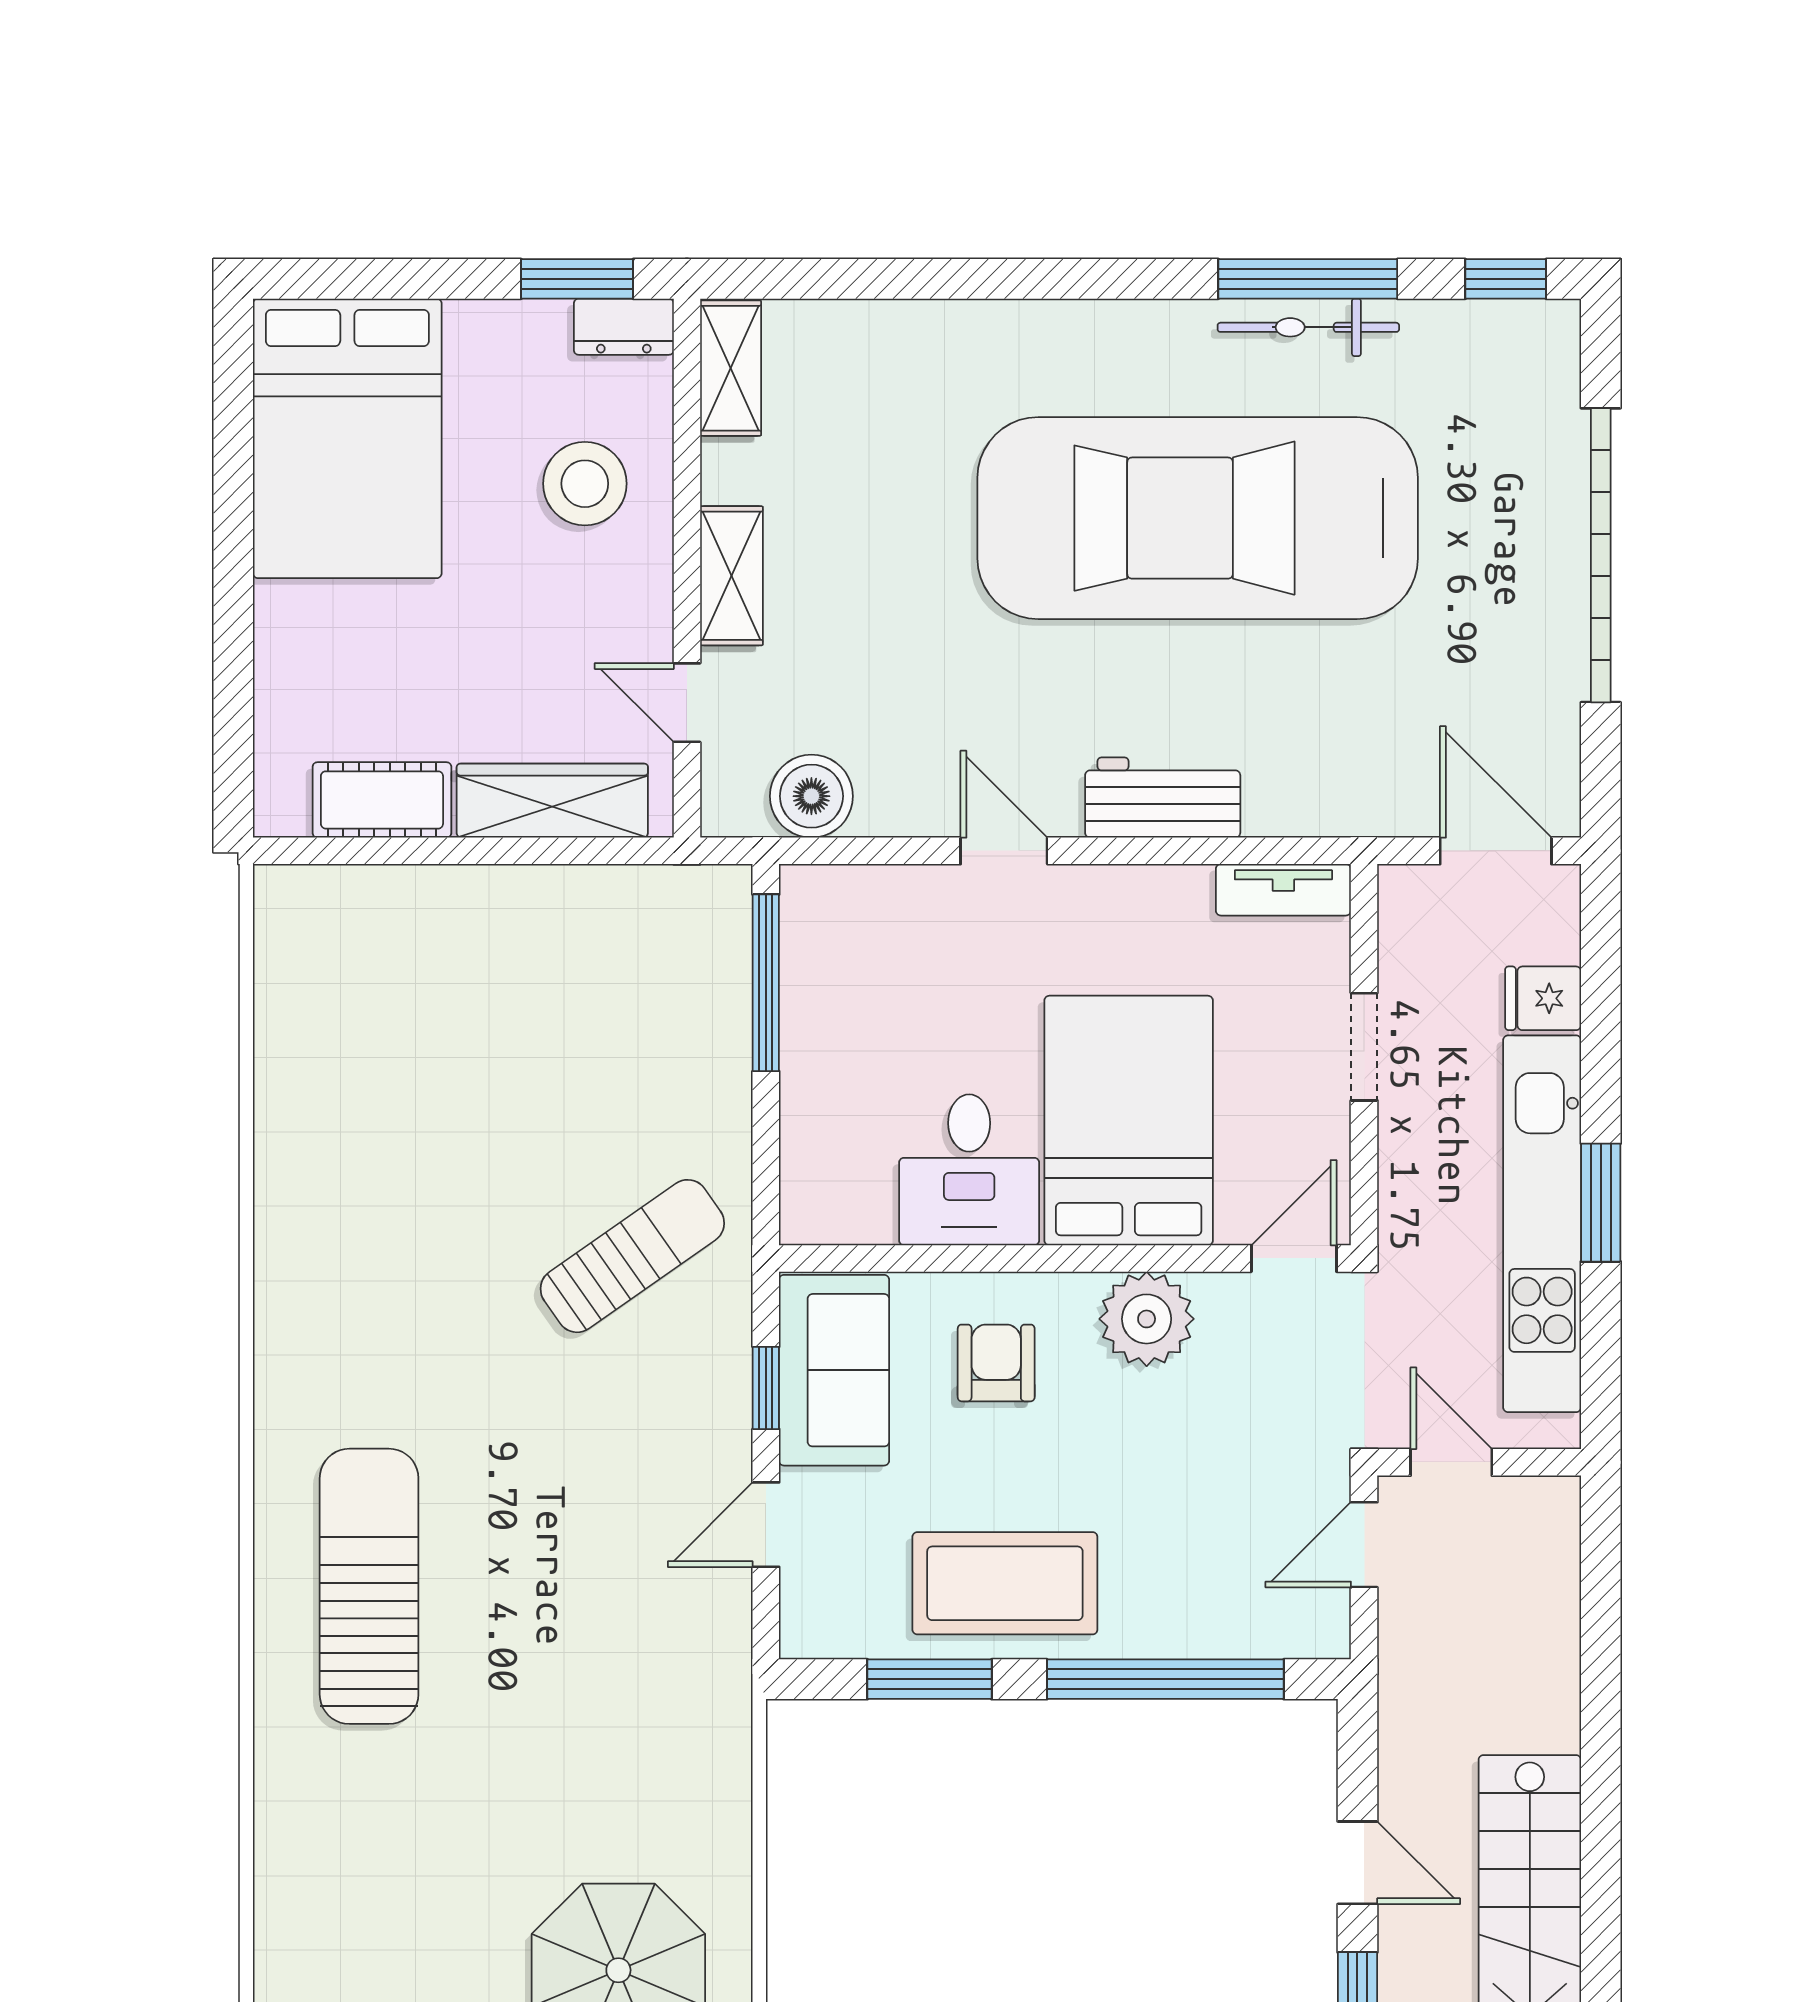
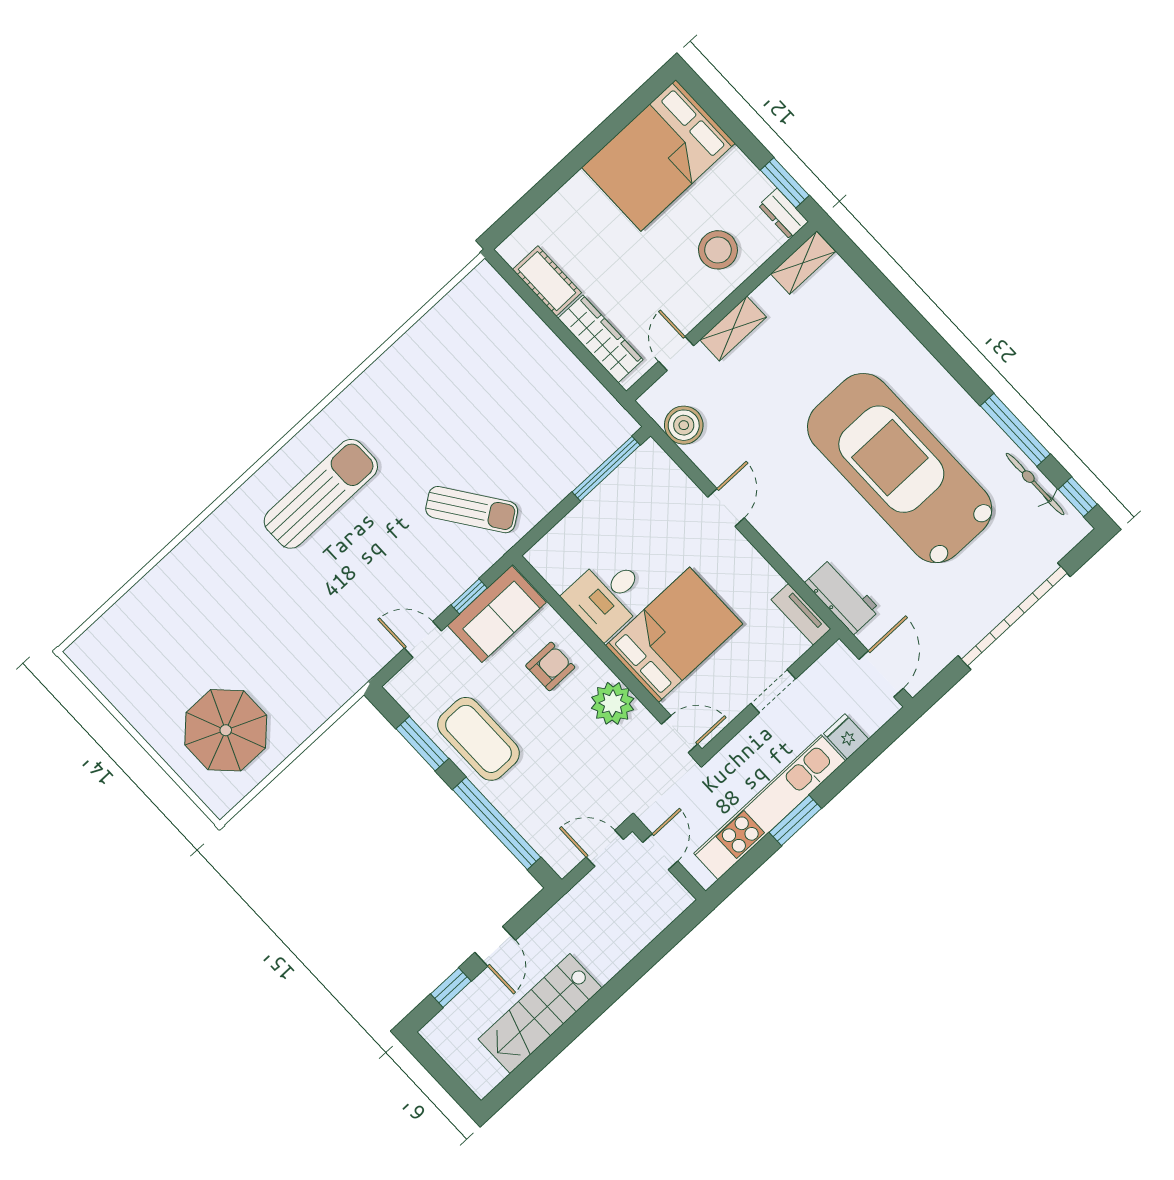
bicycle: (1308, 327) -> (1035, 484), moved
workbench: (1163, 798) -> (842, 596), moved
sun lounger: (369, 1586) -> (321, 494), moved

